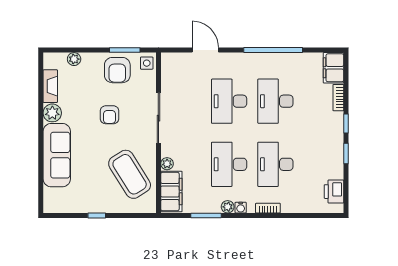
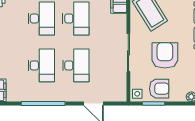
armchair: (117, 70) -> (159, 89), turned 90
armchair: (110, 115) -> (165, 55), width x1.88, depth x1.88
plant: (167, 164) -> (122, 19), removed

